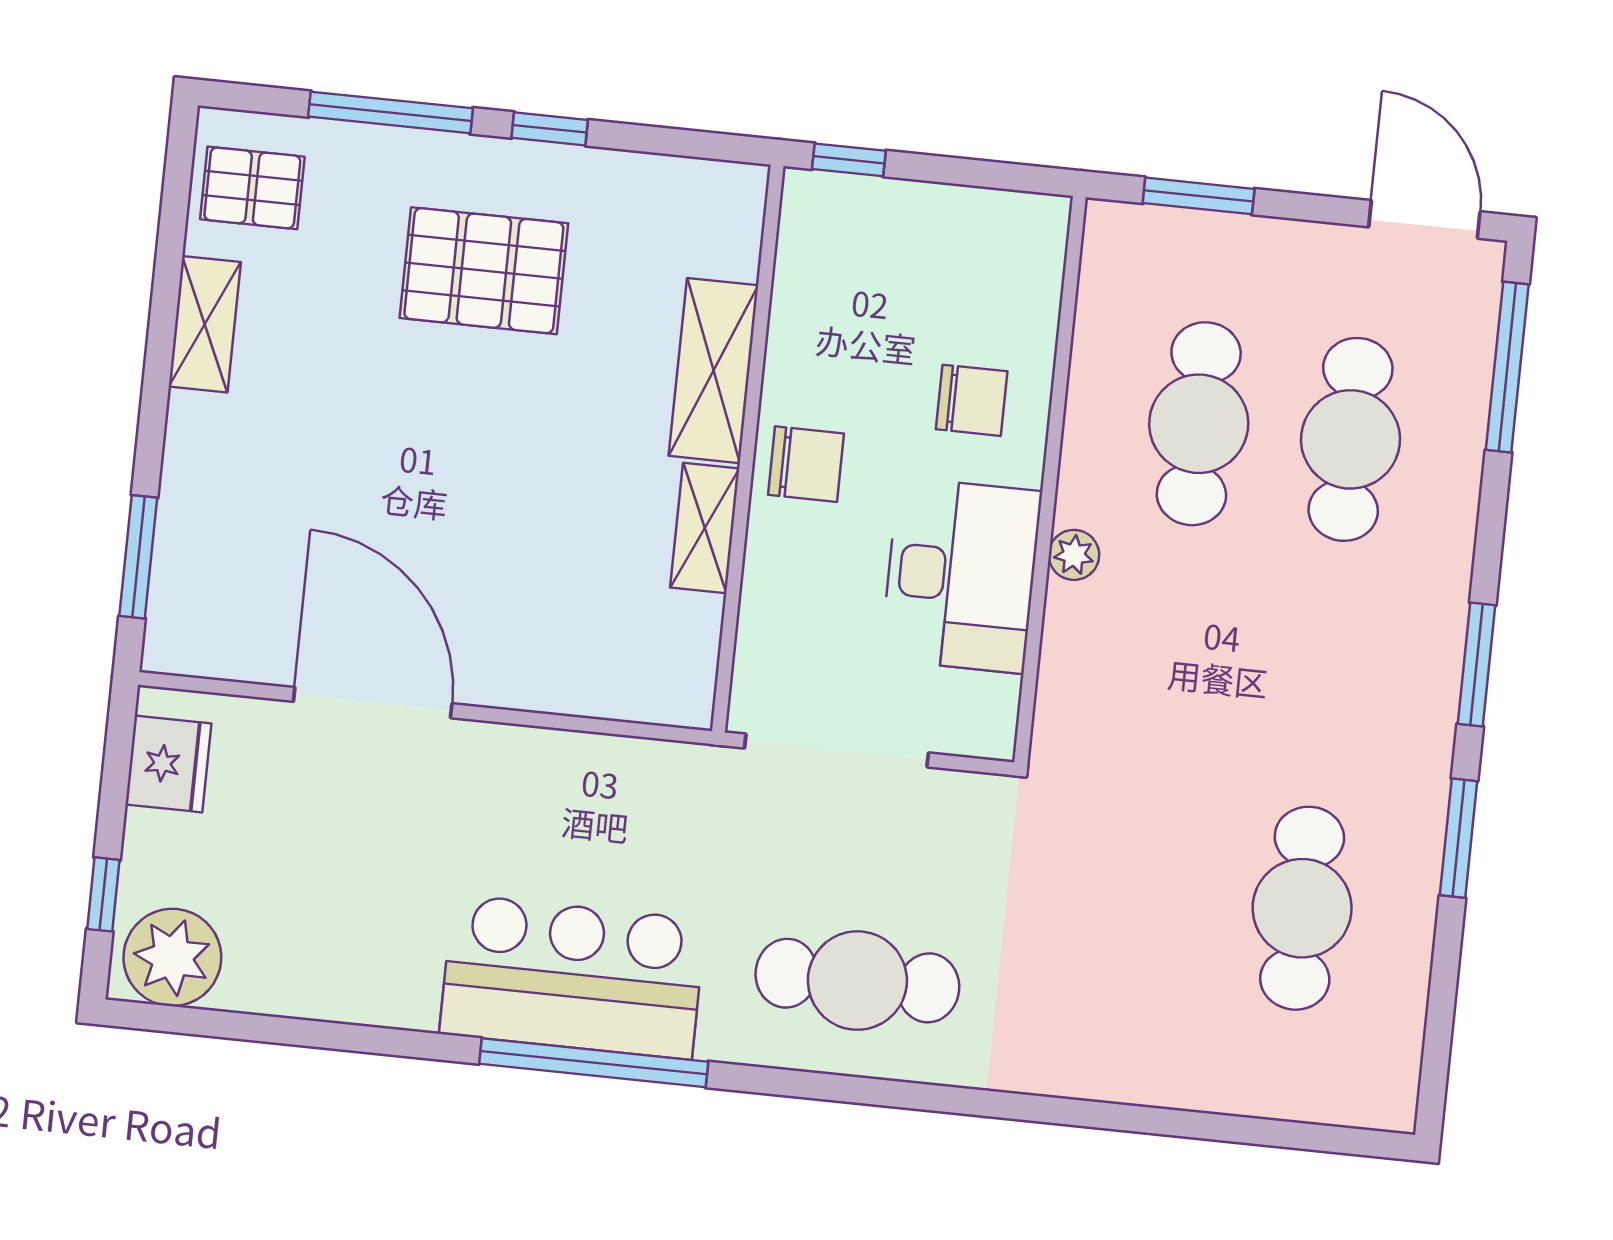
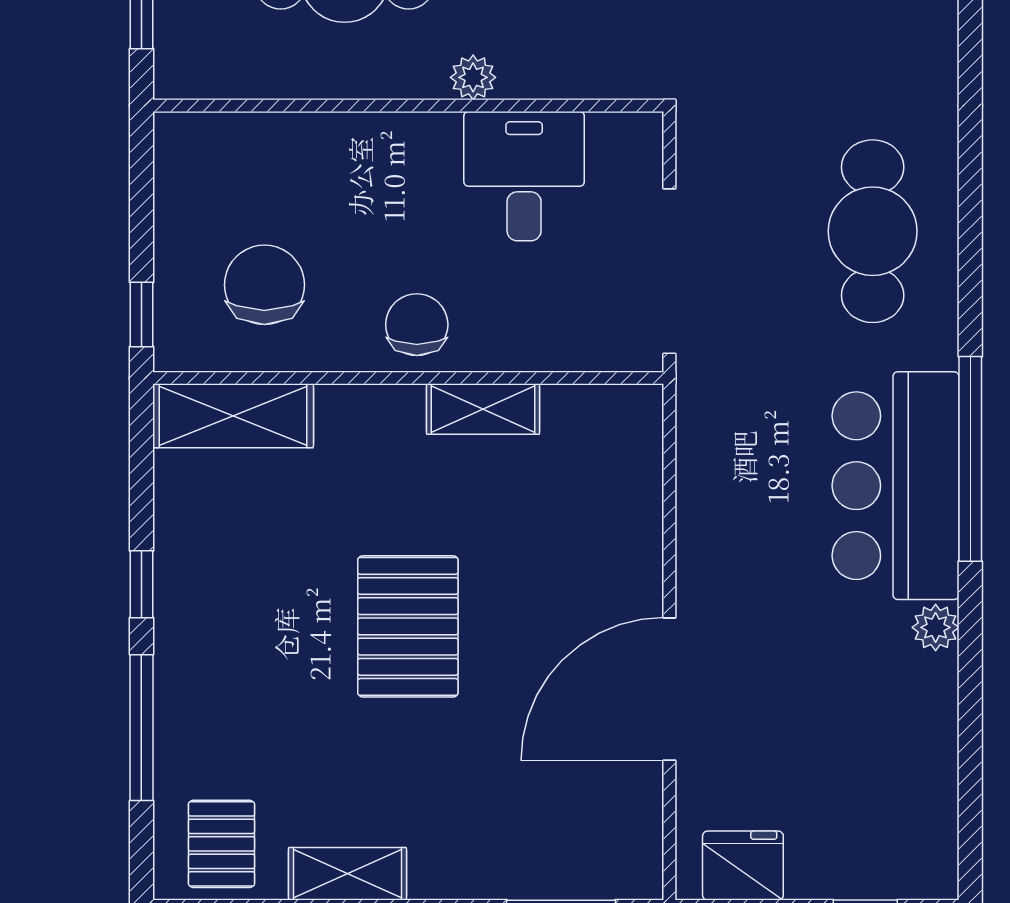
pallet: (484, 271) -> (408, 626), moved
shelving: (713, 371) -> (233, 416), moved
chair: (972, 400) -> (264, 285), moved, width x1.37, depth x1.37
desk: (961, 575) -> (524, 176), width x0.73
plant: (172, 957) -> (936, 627), moved, width x0.53, depth x0.53

